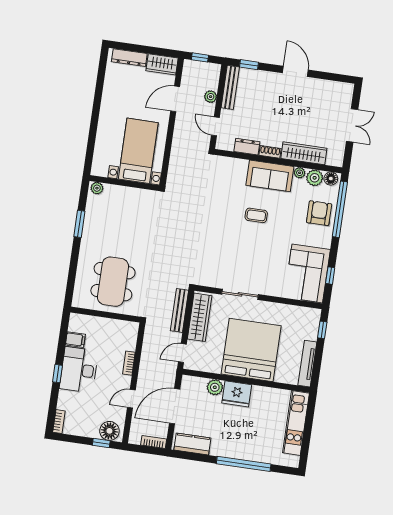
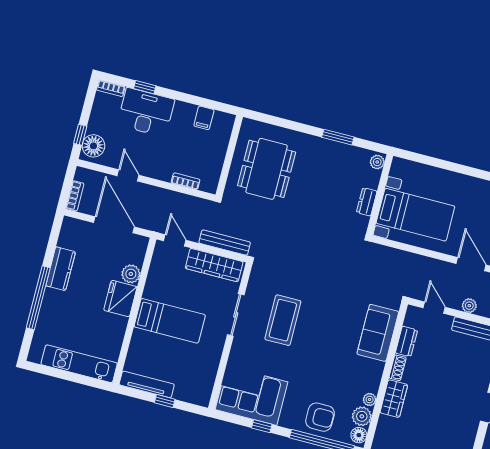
door: (215, 126) -> (434, 308), hinge flipped
wardrobe: (304, 153) -> (394, 399), width x0.67
sofa: (270, 176) -> (378, 333), moved
dresser: (132, 193) -> (367, 202), added
coffee table: (256, 215) -> (283, 320), moved, width x1.86, depth x1.72
window: (330, 276) -> (262, 426), moved
dining table: (113, 282) -> (267, 169), turned 90
window: (322, 330) -> (165, 401), moved
bed: (251, 350) -> (170, 321), width x0.49
bookcase: (129, 363) -> (186, 181), moved
desk: (79, 370) -> (146, 112), moved
window: (58, 374) -> (145, 87), moved
kitchen counter: (192, 444) -> (61, 269), moved

